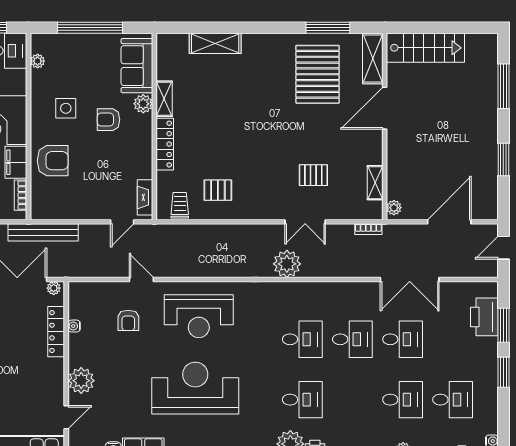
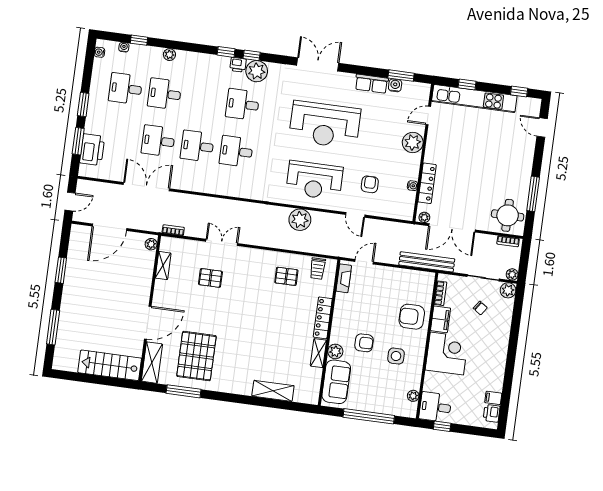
plant: (287, 264) -> (300, 220), moved
reception desk: (199, 316) -> (314, 180), turned 180

